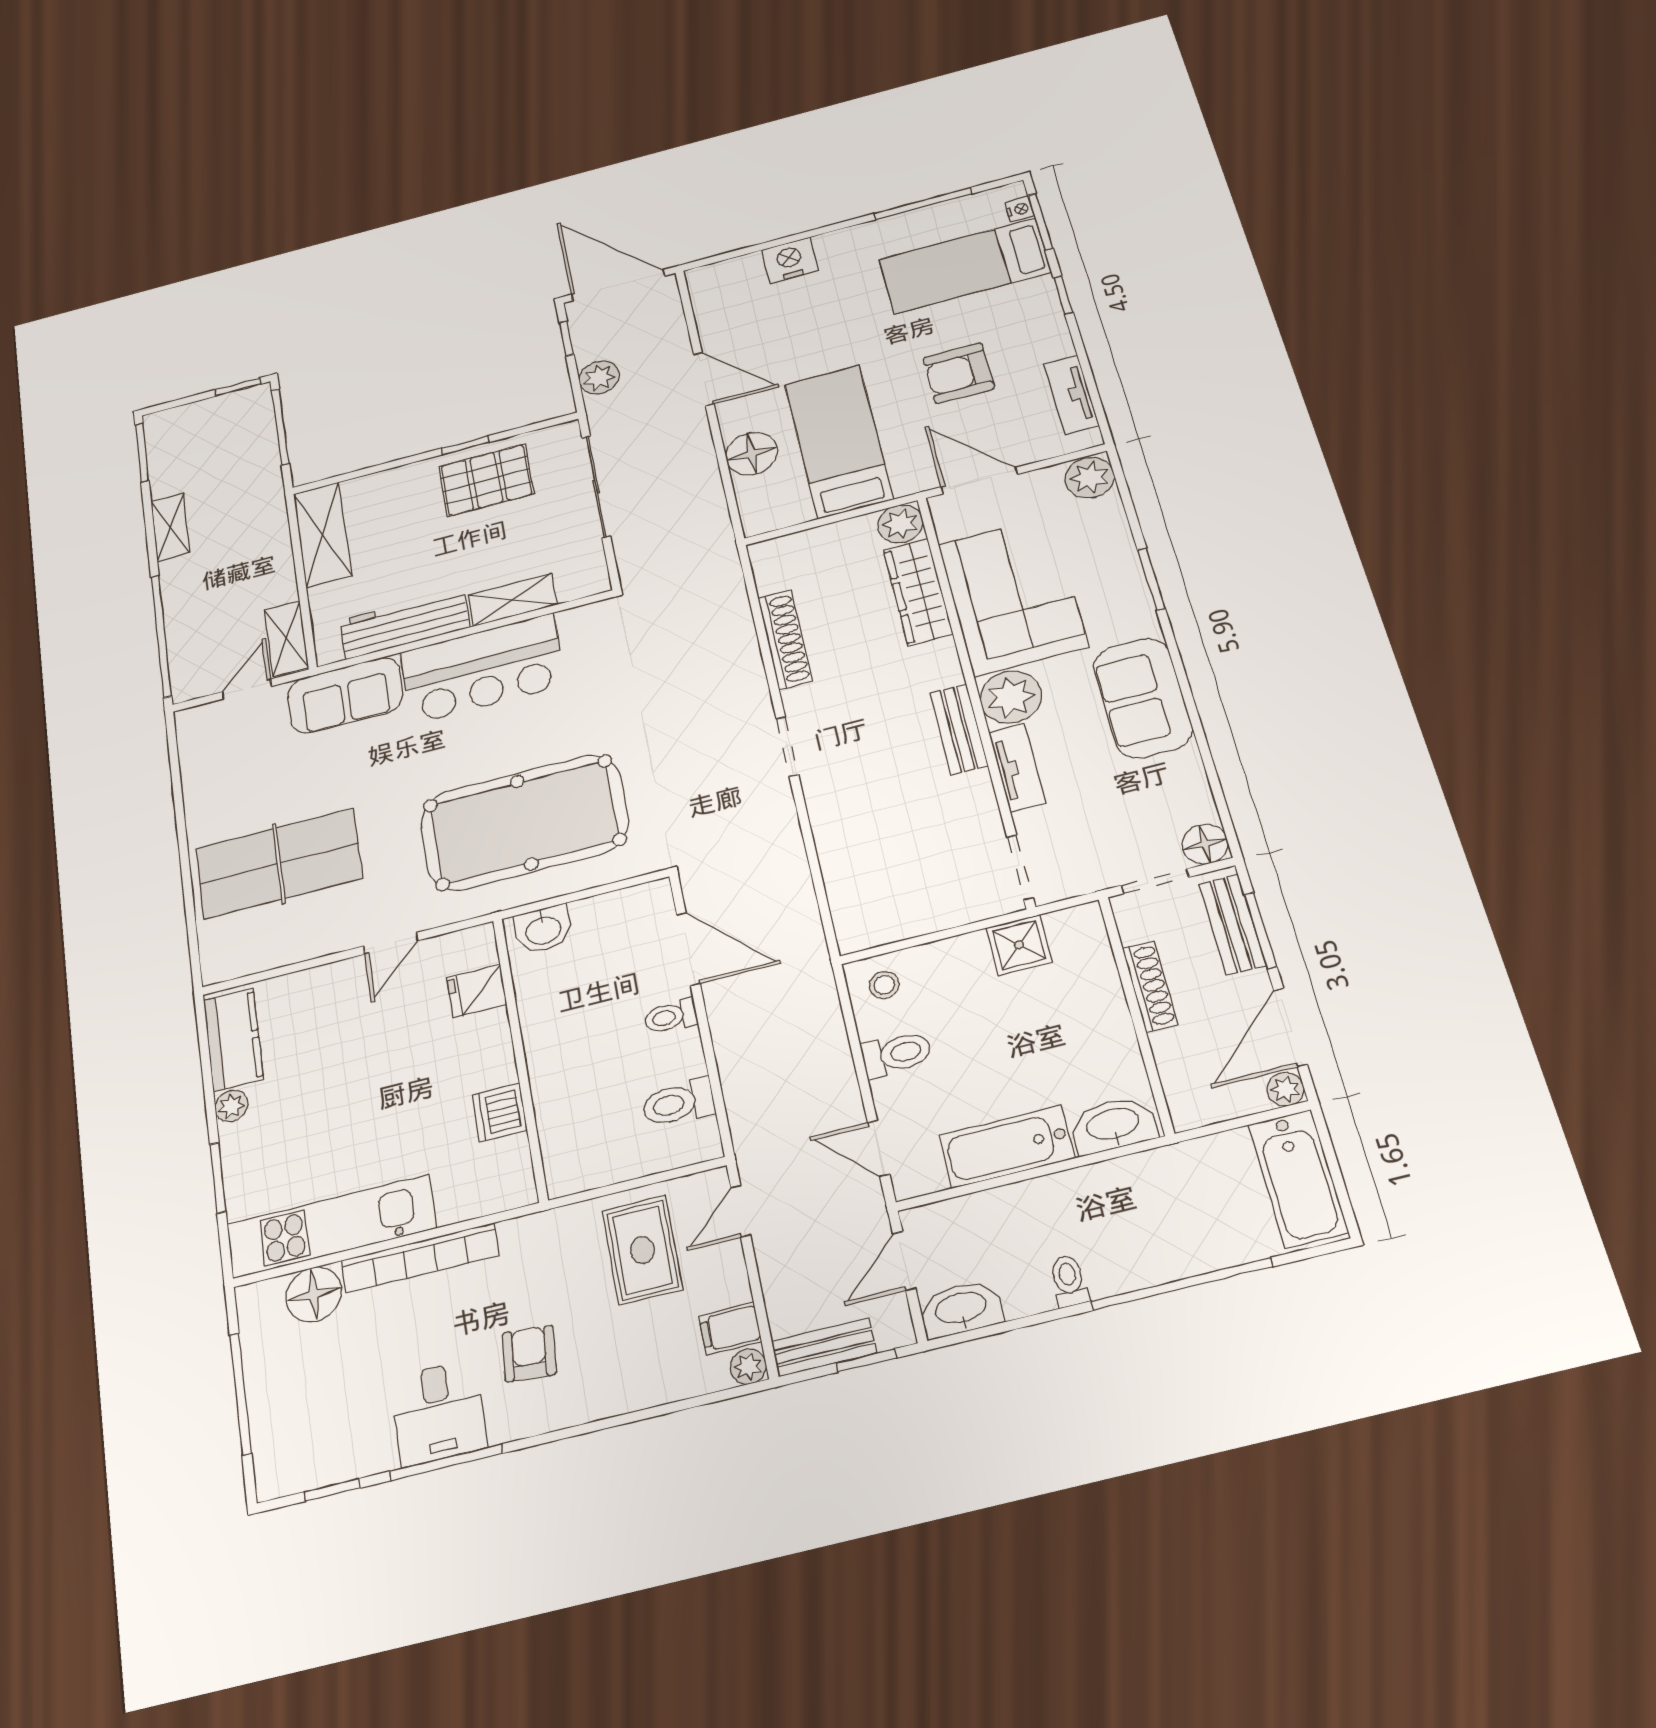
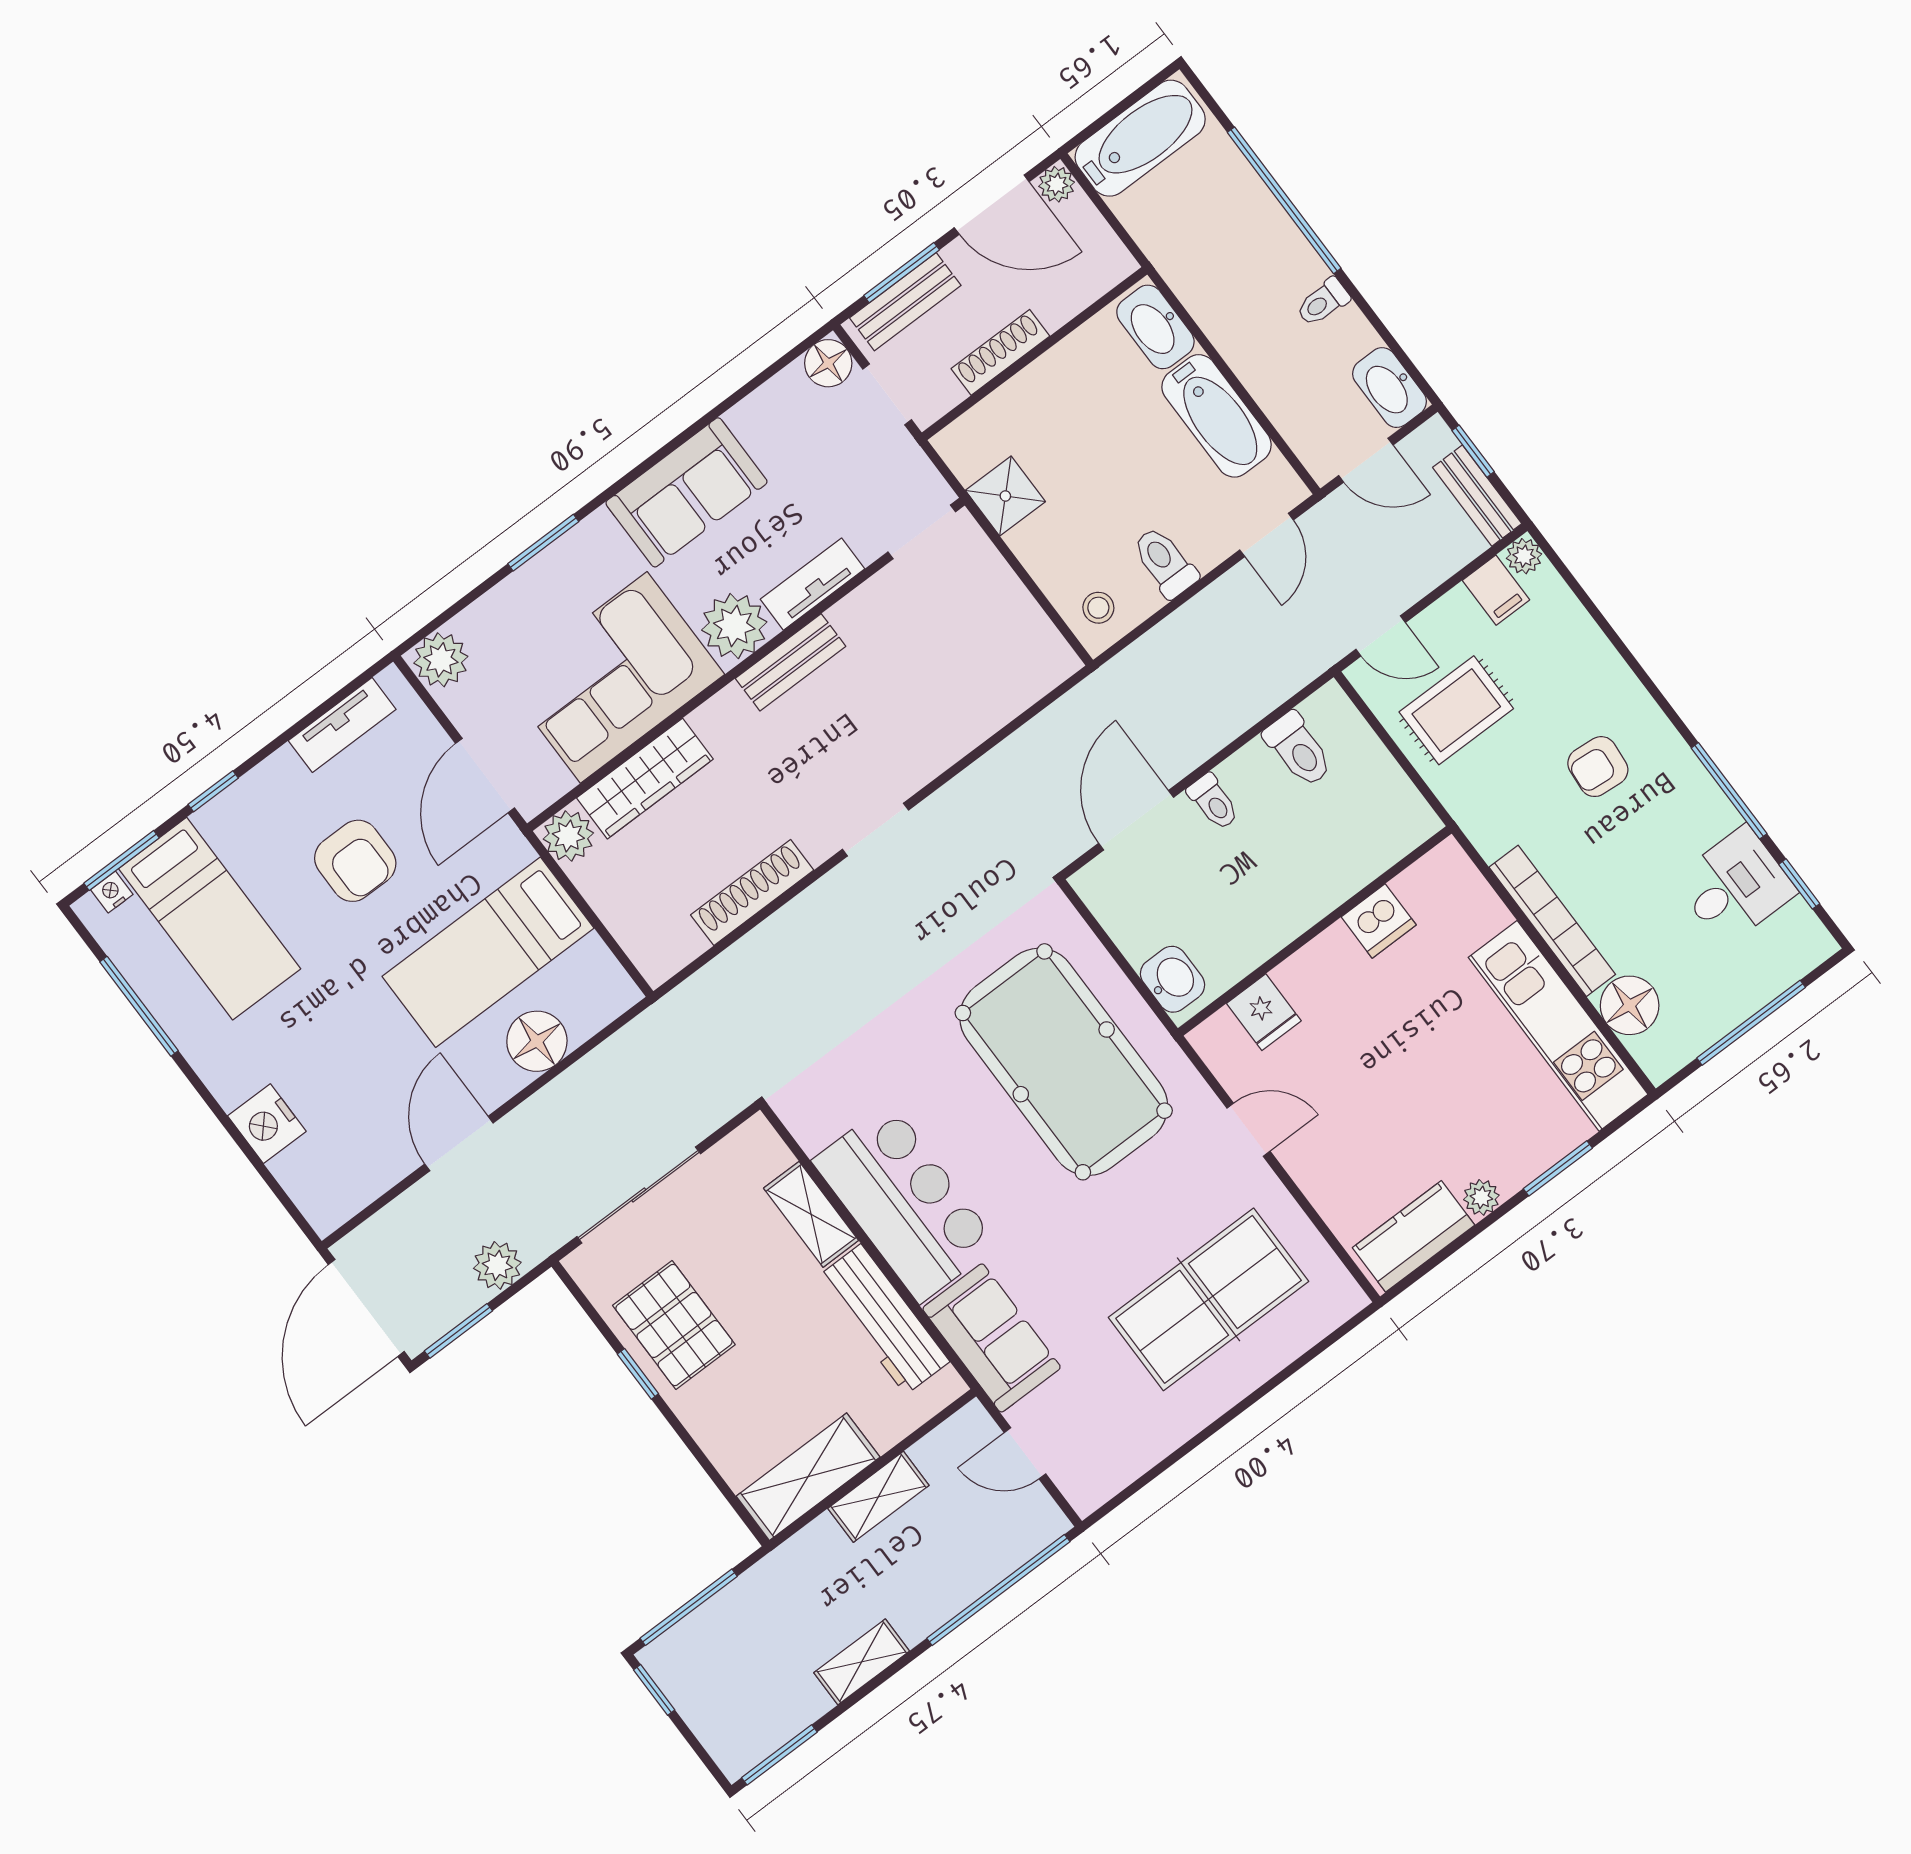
window: (567, 339) -> (458, 1331), width x1.50
shelving: (286, 639) -> (878, 1497), moved
table tennis table: (279, 863) -> (1208, 1299), turned 90
desk: (438, 1412) -> (1735, 886), moved

